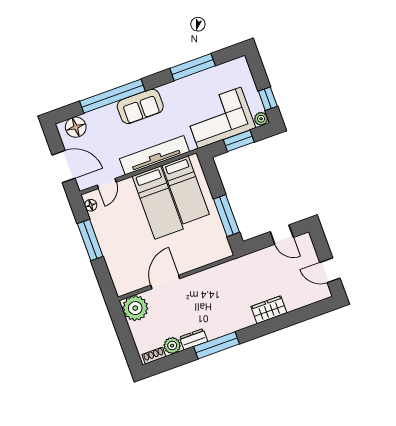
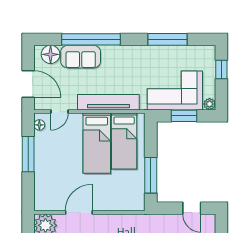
window: (268, 99) -> (221, 69), moved
sofa: (140, 106) -> (81, 57), moved

